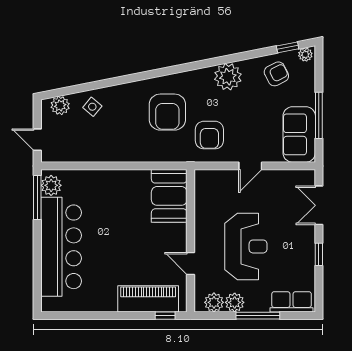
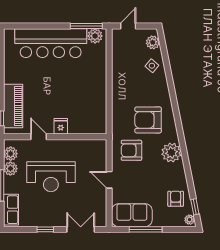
armchair: (276, 74) -> (176, 199), turned -153
plant: (228, 77) -> (171, 153), moved
booth: (169, 196) -> (87, 121), removed
fridge: (176, 233) -> (61, 126), added
door: (191, 264) -> (39, 137), hinge flipped

